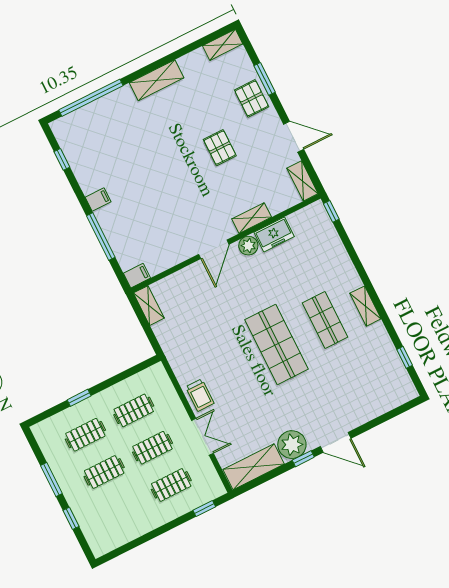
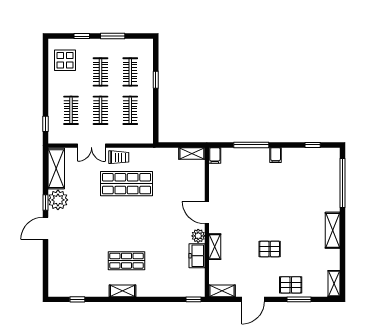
shop shelf: (277, 344) -> (126, 184), moved
trolley: (200, 395) -> (119, 157), turned 180
display table: (112, 524) -> (65, 60), added

